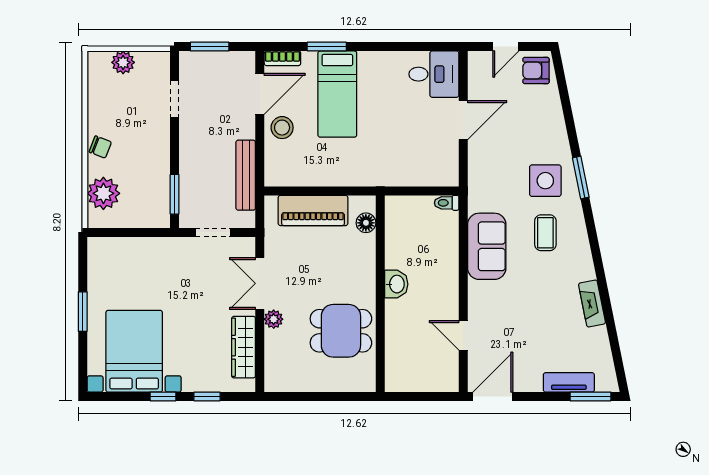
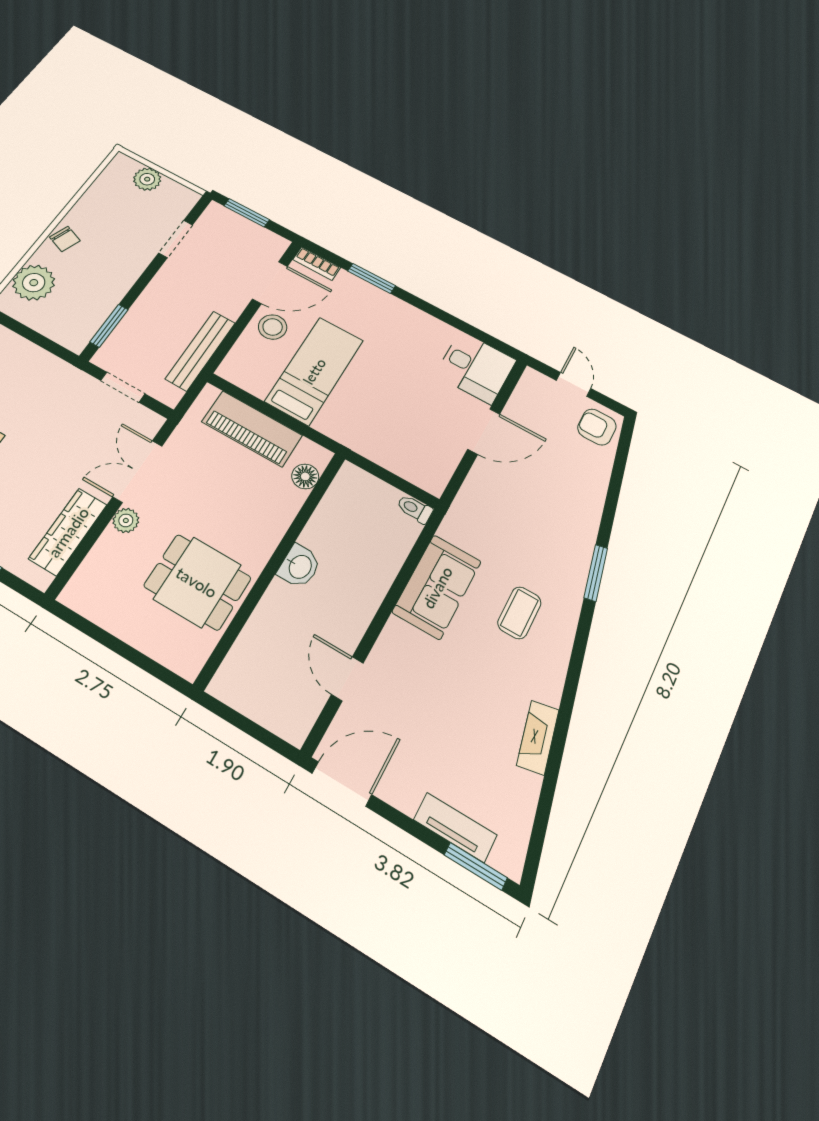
door: (506, 47) -> (573, 384), swing flipped
bed: (337, 94) -> (314, 371), moved, turned 180
side table: (545, 181) -> (549, 552), removed

